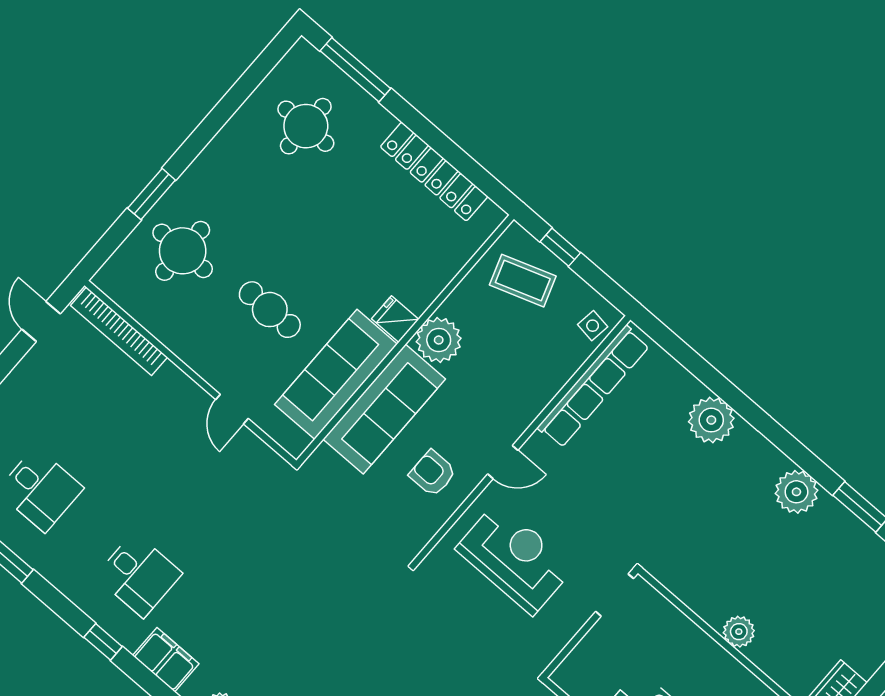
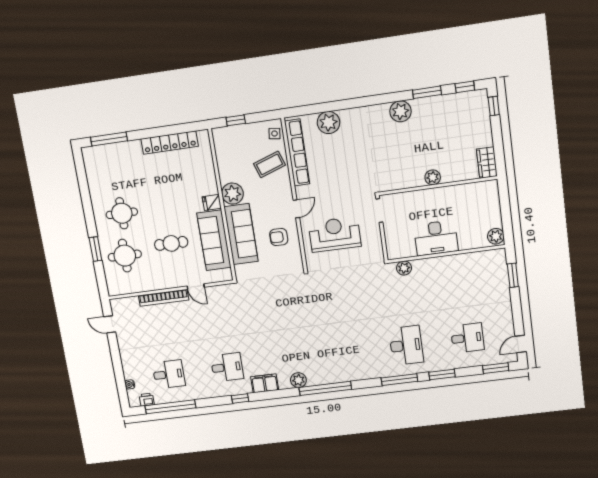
round table: (306, 126) -> (122, 213), moved
coffee table: (523, 281) -> (270, 164), moved
bookcase: (119, 331) -> (164, 298), moved
plant: (711, 420) -> (328, 123), moved

